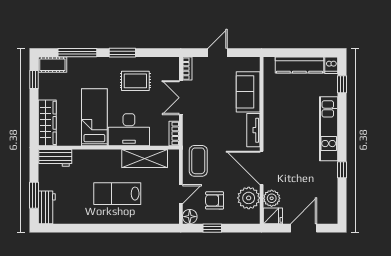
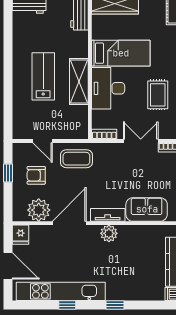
window: (342, 84) -> (115, 305), moved
kitchen unit: (329, 129) -> (61, 291), moved, width x1.36
shelving: (145, 158) -> (79, 82), moved
plant: (272, 198) -> (109, 233), moved
armchair: (215, 200) -> (36, 175), turned -90
floor lamp: (190, 217) -> (20, 150), removed

